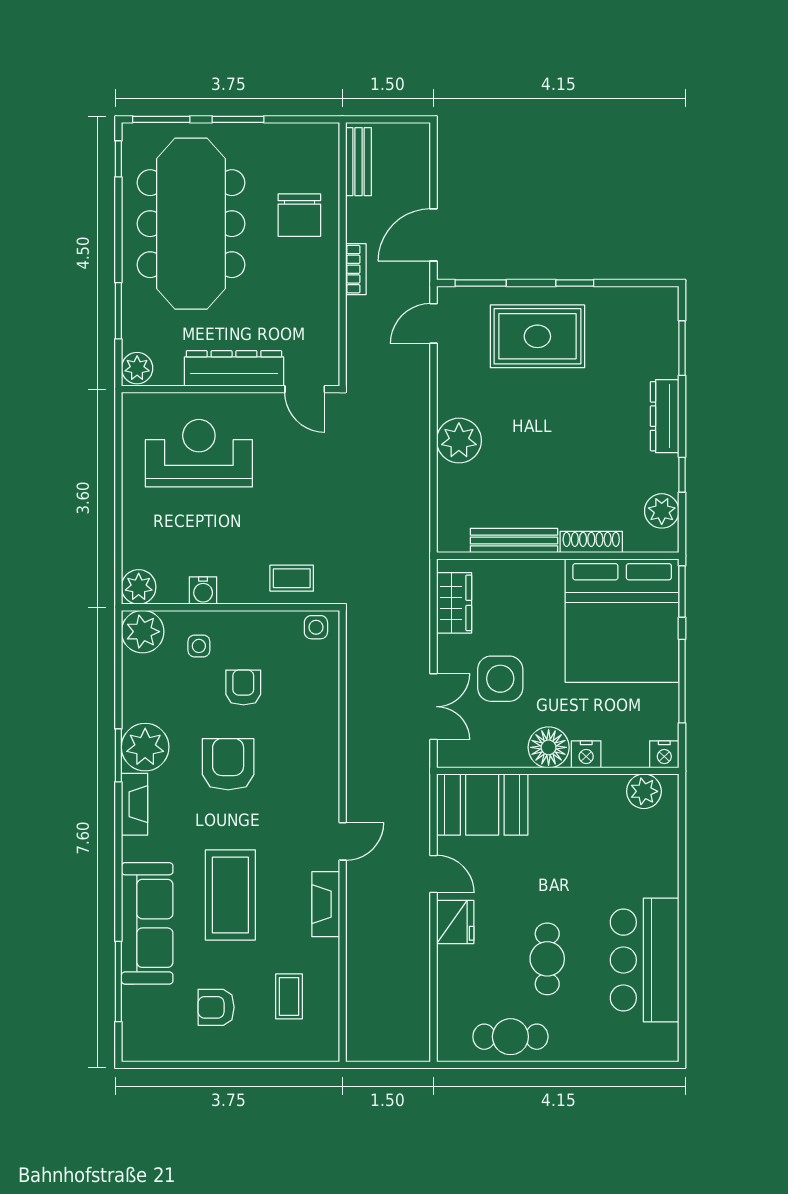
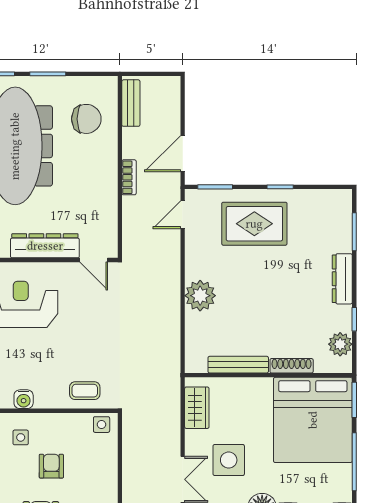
chair: (299, 215) -> (86, 119), moved, turned -90

